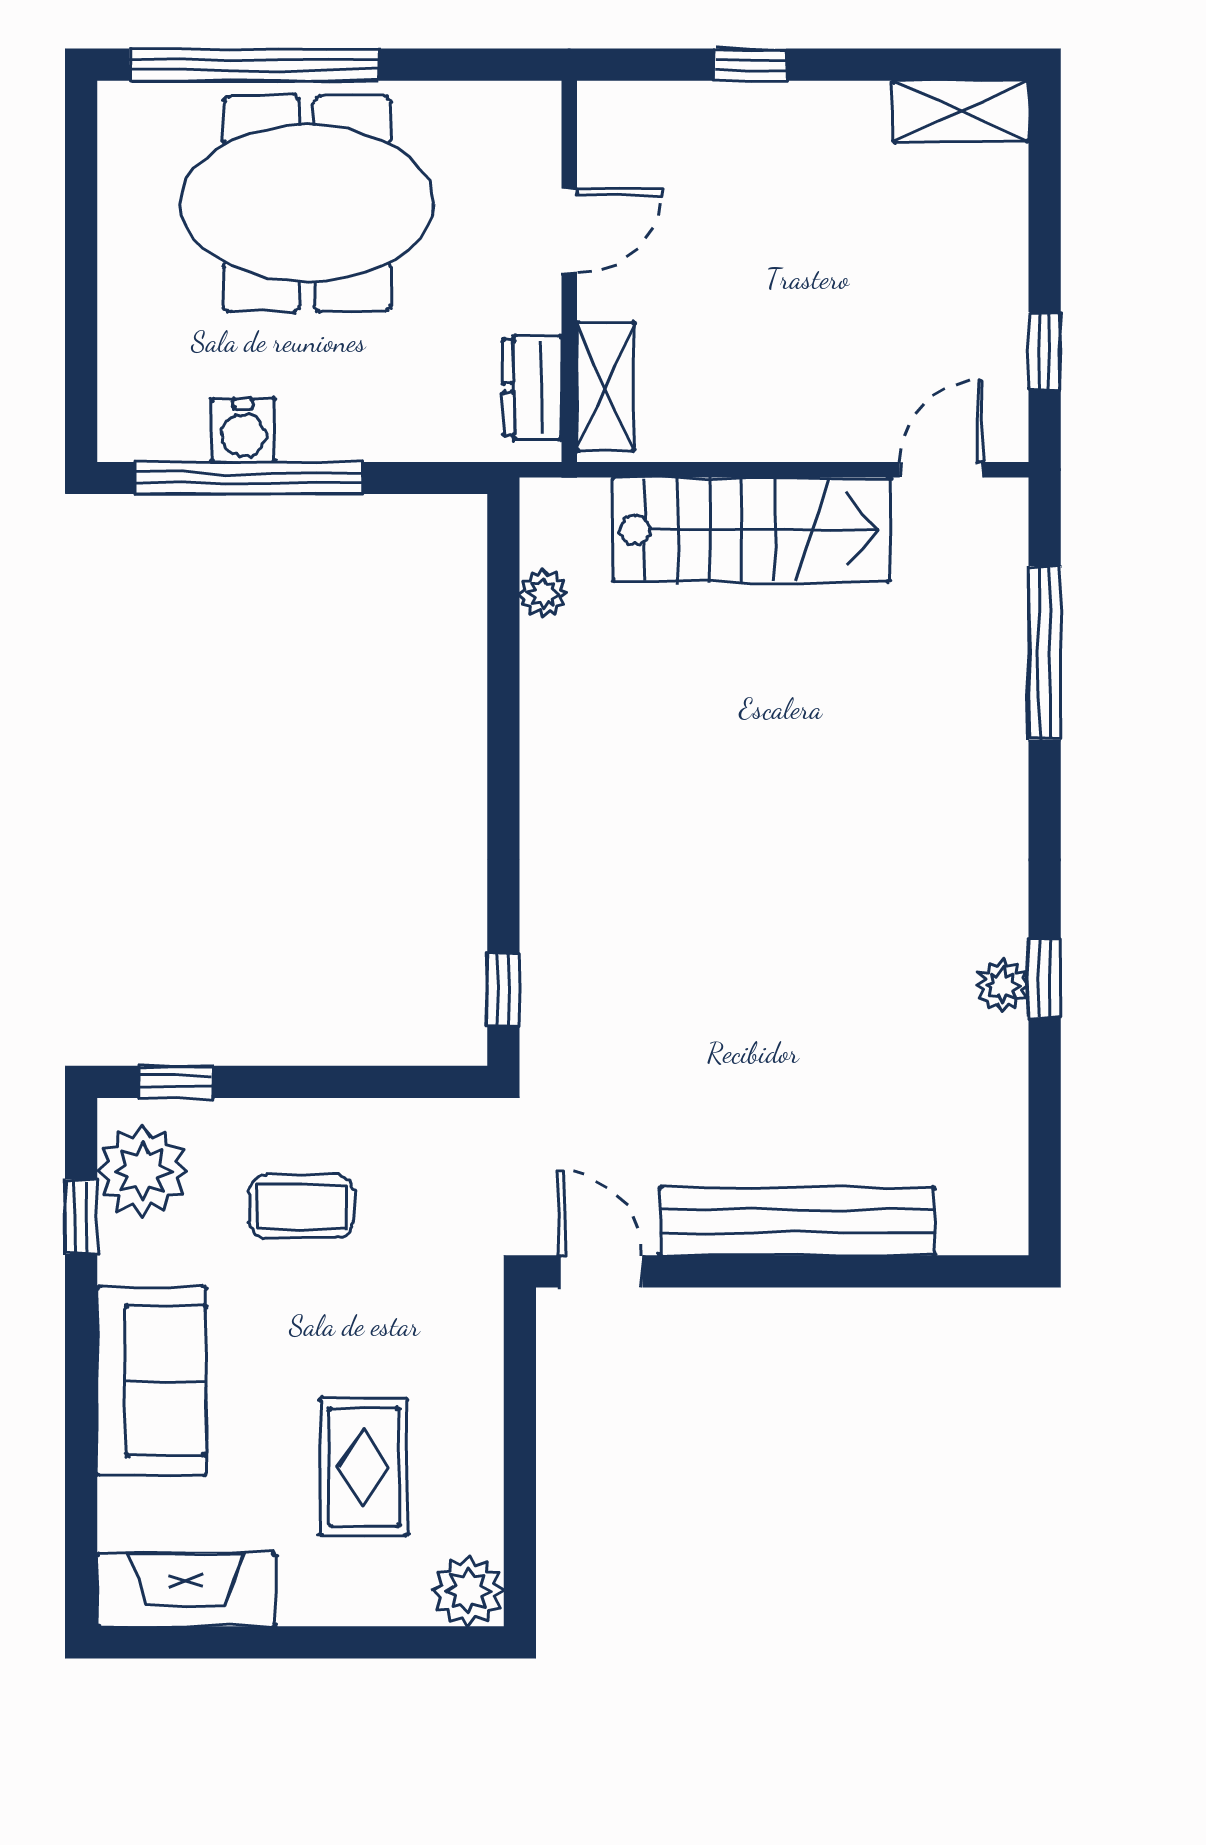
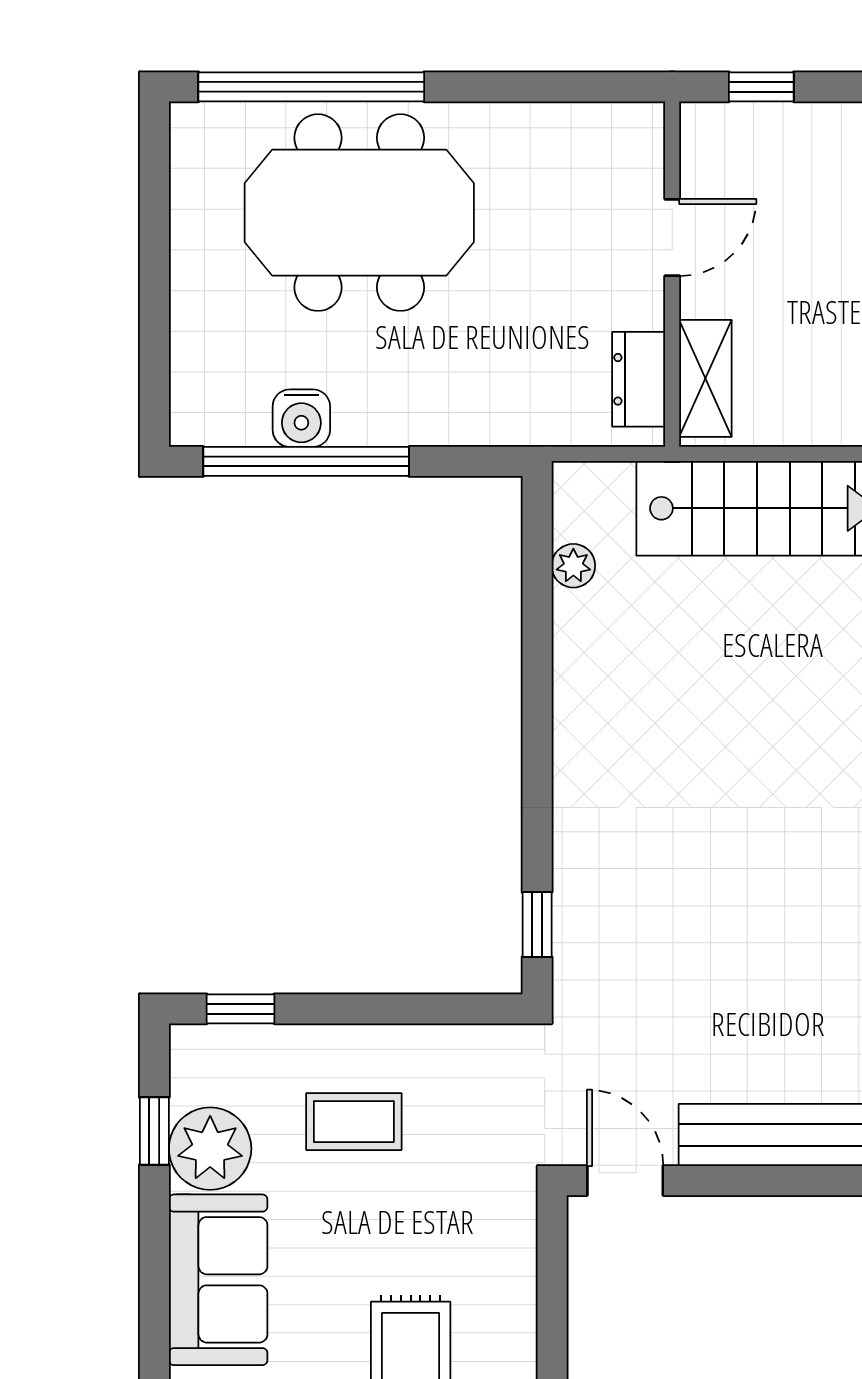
door: (569, 231) -> (672, 238), moved
wall: (569, 271) -> (672, 274), moved
shelving: (606, 386) -> (705, 378), moved
dresser: (532, 387) -> (639, 379), moved
plant: (142, 1171) -> (210, 1149), moved

